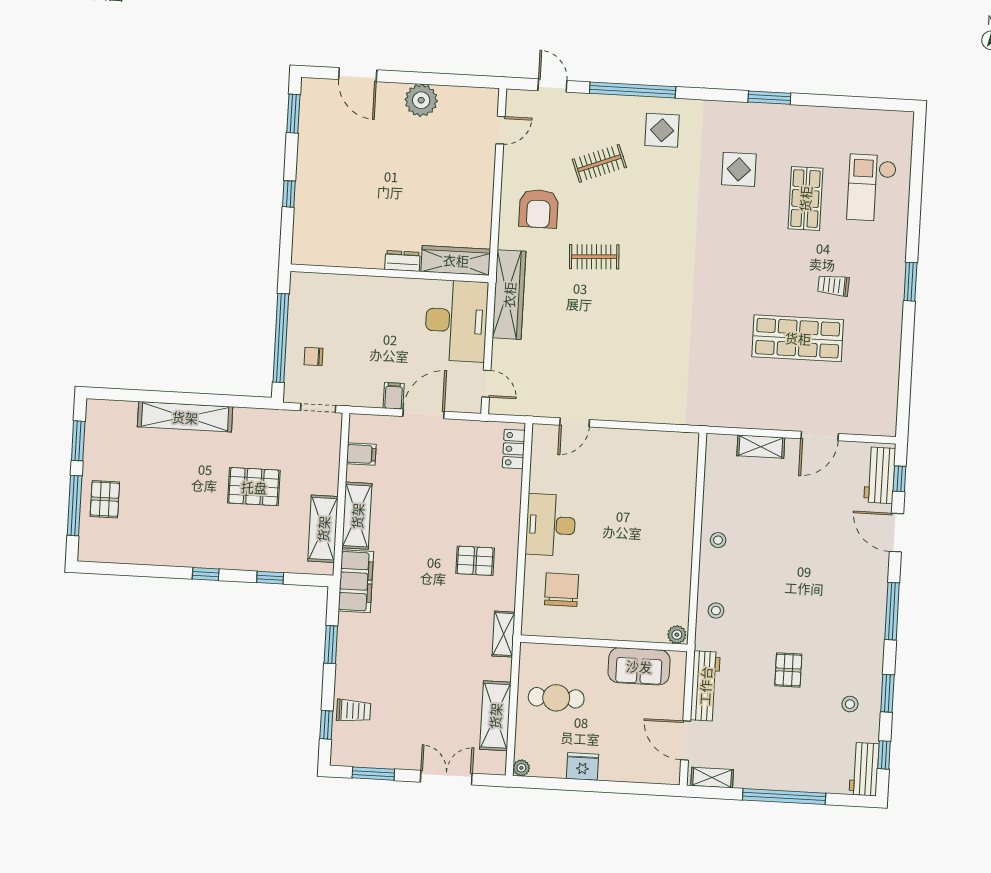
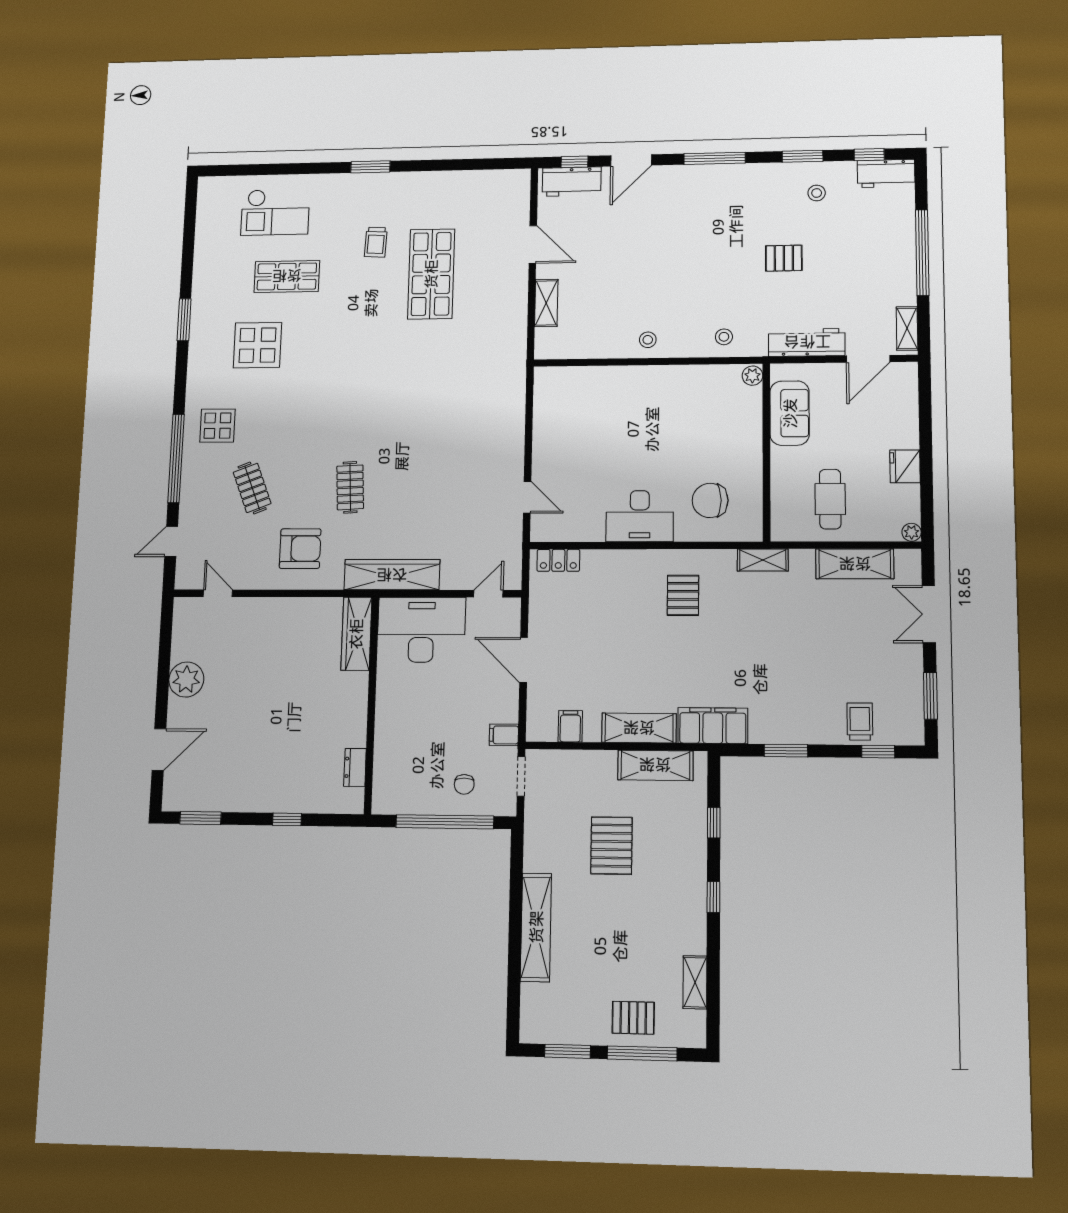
display table: (739, 169) -> (257, 345), width x1.36, depth x1.36
dresser: (402, 261) -> (355, 767), moved
filing cabinet: (394, 396) -> (504, 735), moved
shelving: (133, 554) -> (695, 982), added

